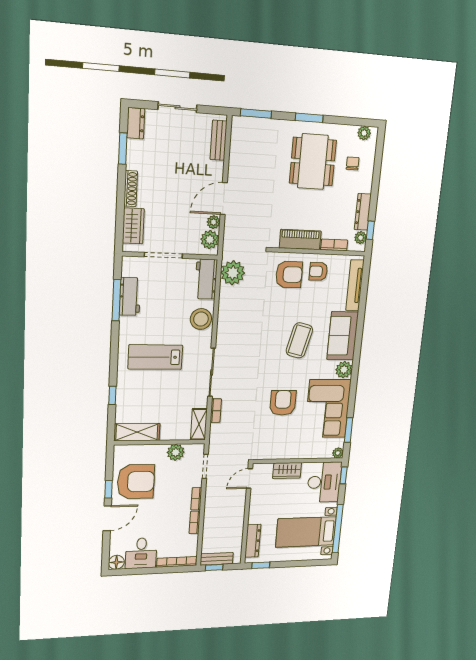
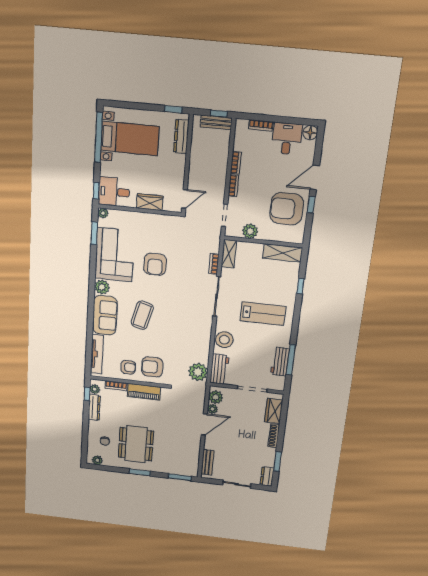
desk: (324, 482) -> (114, 192), width x0.73
bookcase: (177, 562) -> (261, 125), width x0.64

